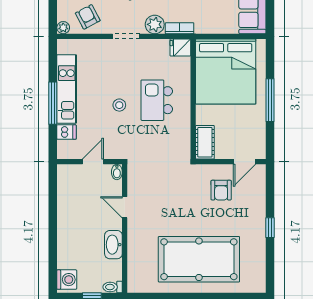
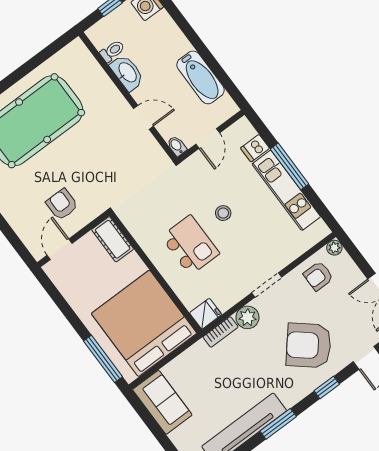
armchair: (88, 17) -> (318, 276), turned 118
window: (270, 100) -> (103, 359), moved
bathtub: (68, 205) -> (201, 77), added
toilet: (113, 287) -> (112, 51), moved

